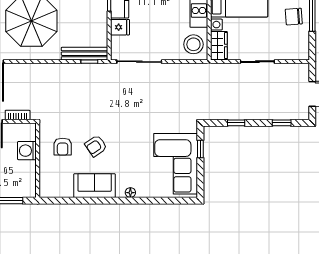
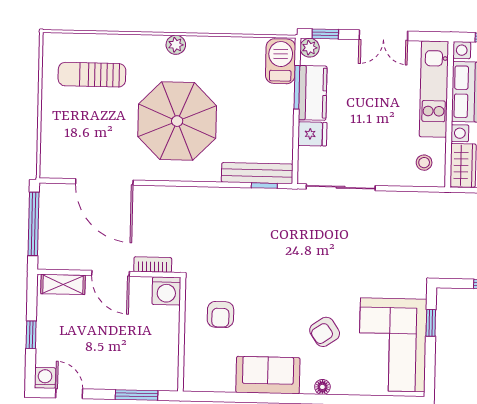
stool: (193, 44) -> (424, 163), width x0.53, depth x0.53
armchair: (96, 146) -> (325, 332), moved
washing machine: (27, 151) -> (166, 291), moved, turned -90

